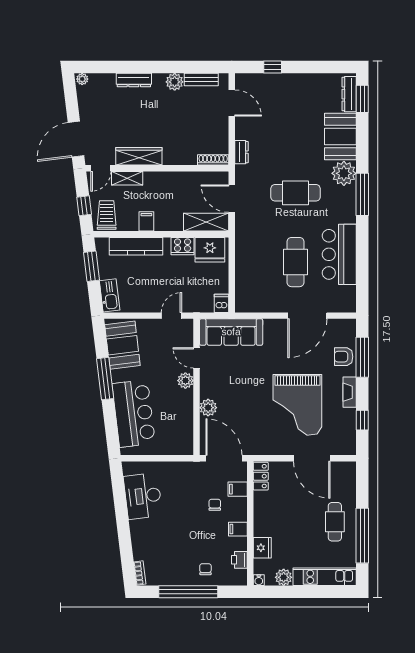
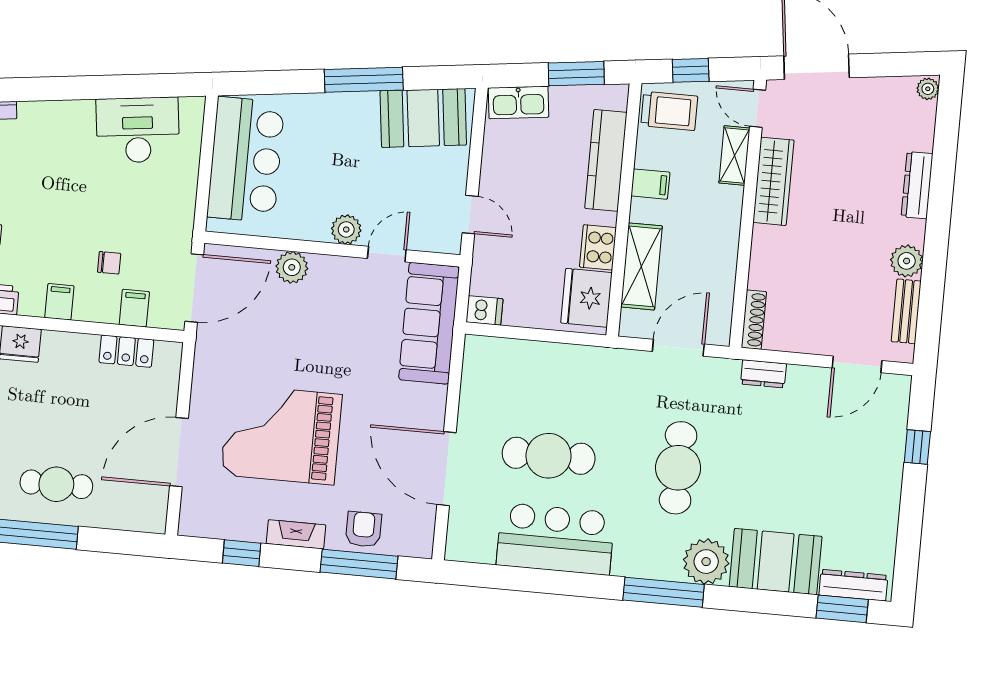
shelving: (206, 222) -> (641, 266), moved
bar counter: (134, 413) -> (246, 160), moved, turned -83
locker: (261, 476) -> (126, 351), moved

